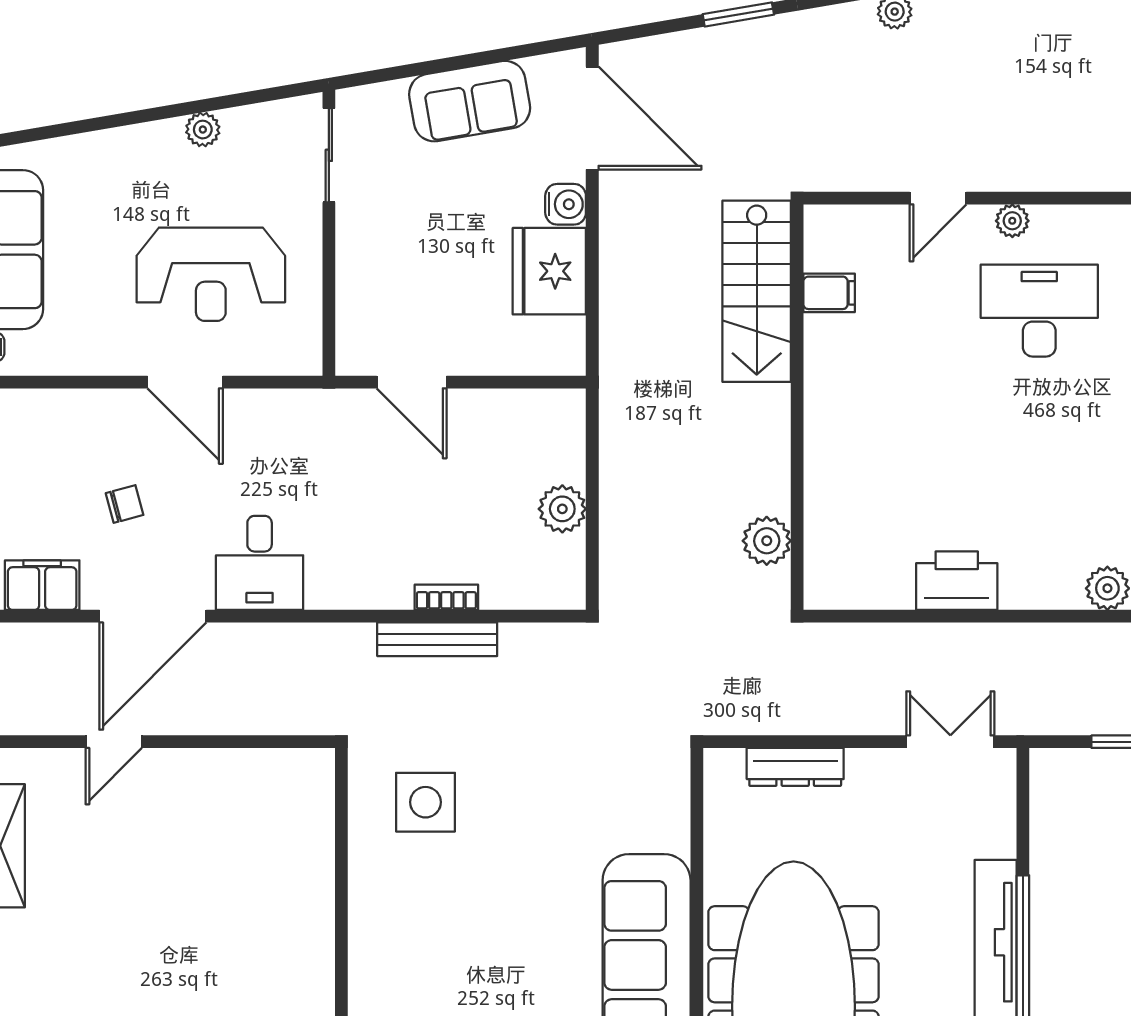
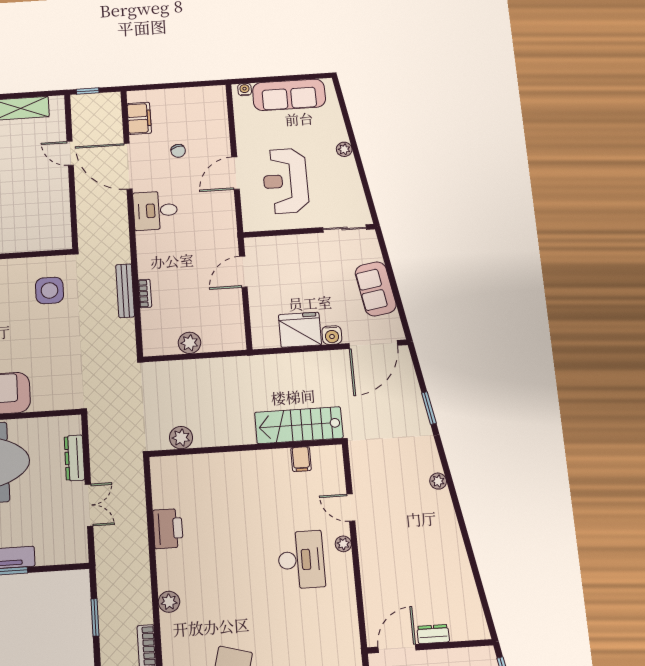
plant: (203, 130) -> (344, 149), moved
double door: (950, 742) -> (89, 505), moved

